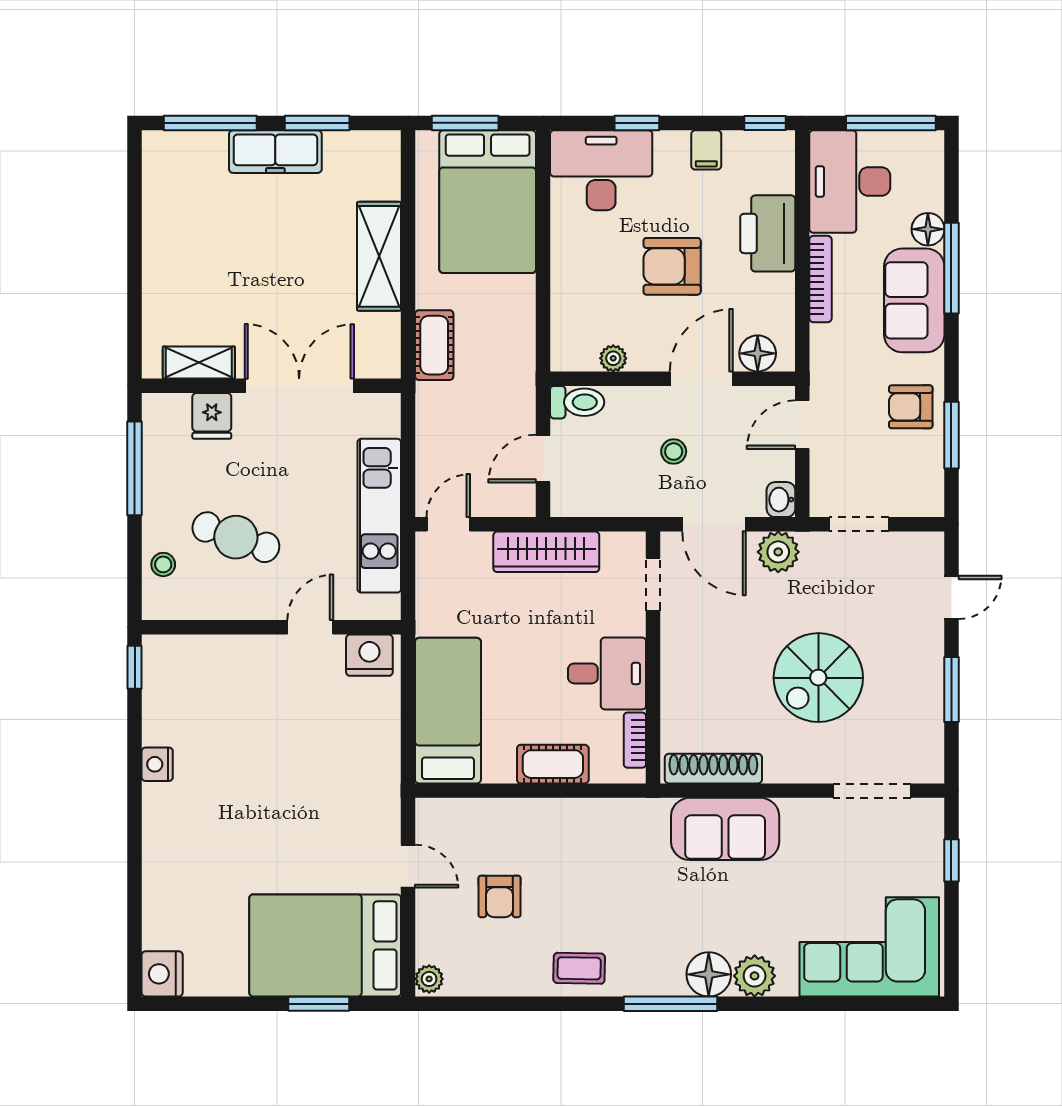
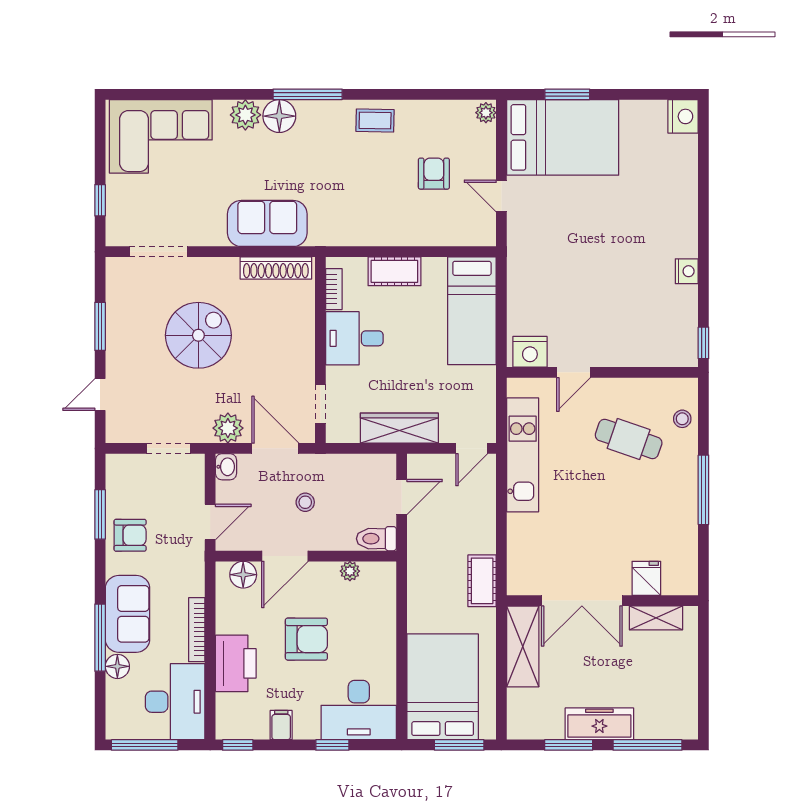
shelving: (199, 362) -> (656, 618), moved
wall: (271, 386) -> (602, 601), moved
double door: (299, 386) -> (582, 601), moved
fridge: (212, 416) -> (646, 578), moved

